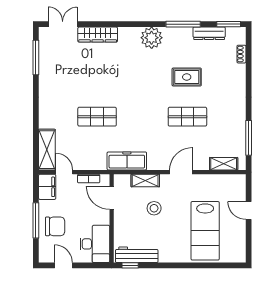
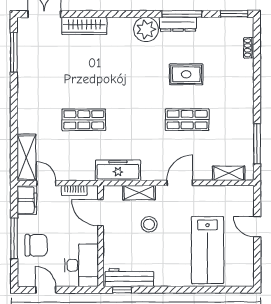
dresser: (209, 33) -> (178, 24), moved

